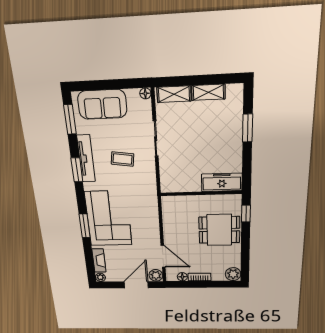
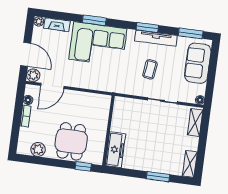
shelving: (208, 92) -> (190, 164), moved
plant: (233, 274) -> (38, 149), moved

